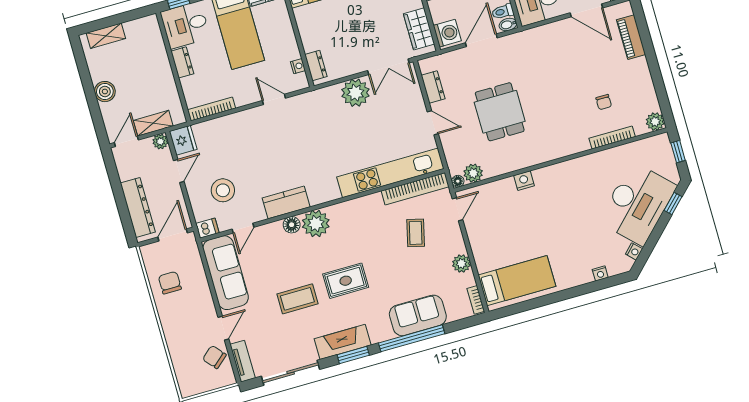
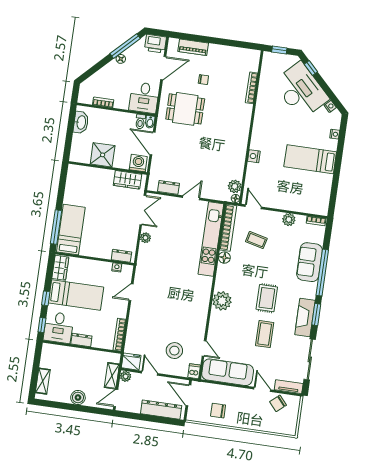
plant: (355, 93) -> (145, 238), width x0.53, depth x0.53
chair: (604, 102) -> (203, 80), moved
dining table: (500, 112) -> (185, 109), moved
plant: (655, 122) -> (254, 56), removed
door: (126, 141) -> (116, 398), hinge flipped
kitchen counter: (286, 202) -> (200, 314), removed
floor lamp: (292, 225) -> (224, 258), moved
bed: (517, 281) -> (310, 159), moved, turned -90

